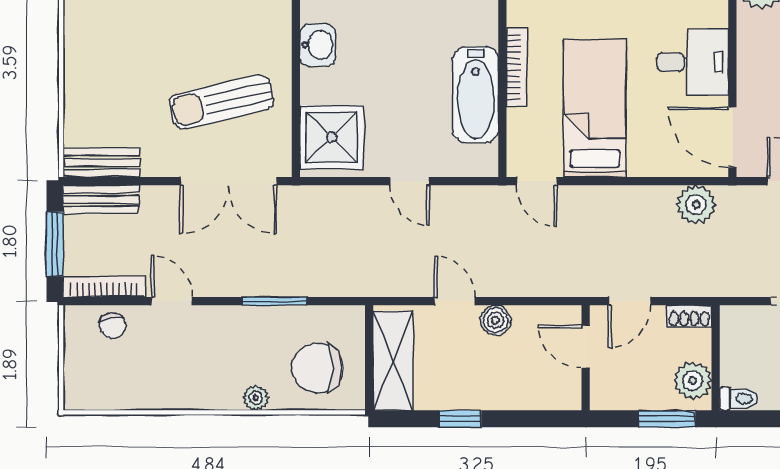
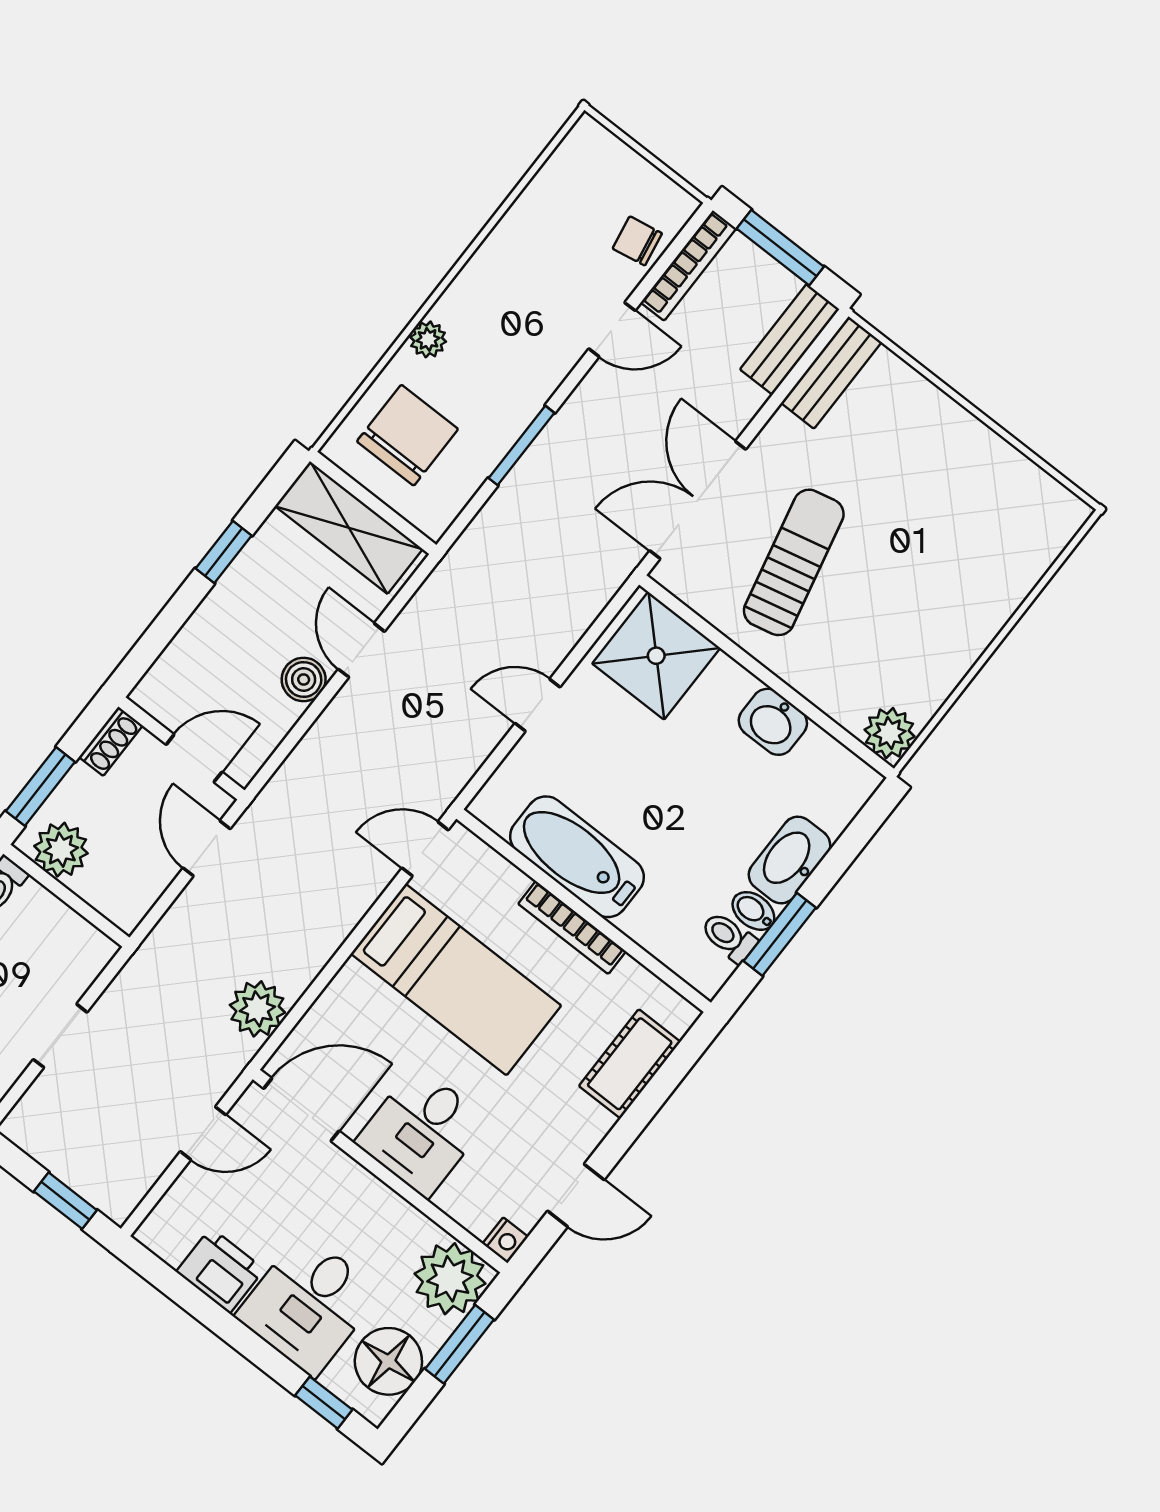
door: (455, 301) -> (361, 650), swing flipped
shoe rack: (689, 316) -> (111, 741), moved, turned 180

